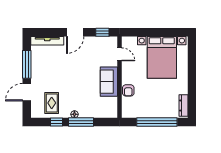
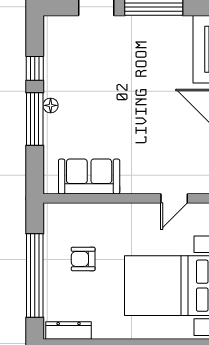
sofa: (109, 82) -> (89, 177), moved
armchair: (128, 90) -> (83, 259), moved
rug: (52, 103) -> (74, 59), removed

